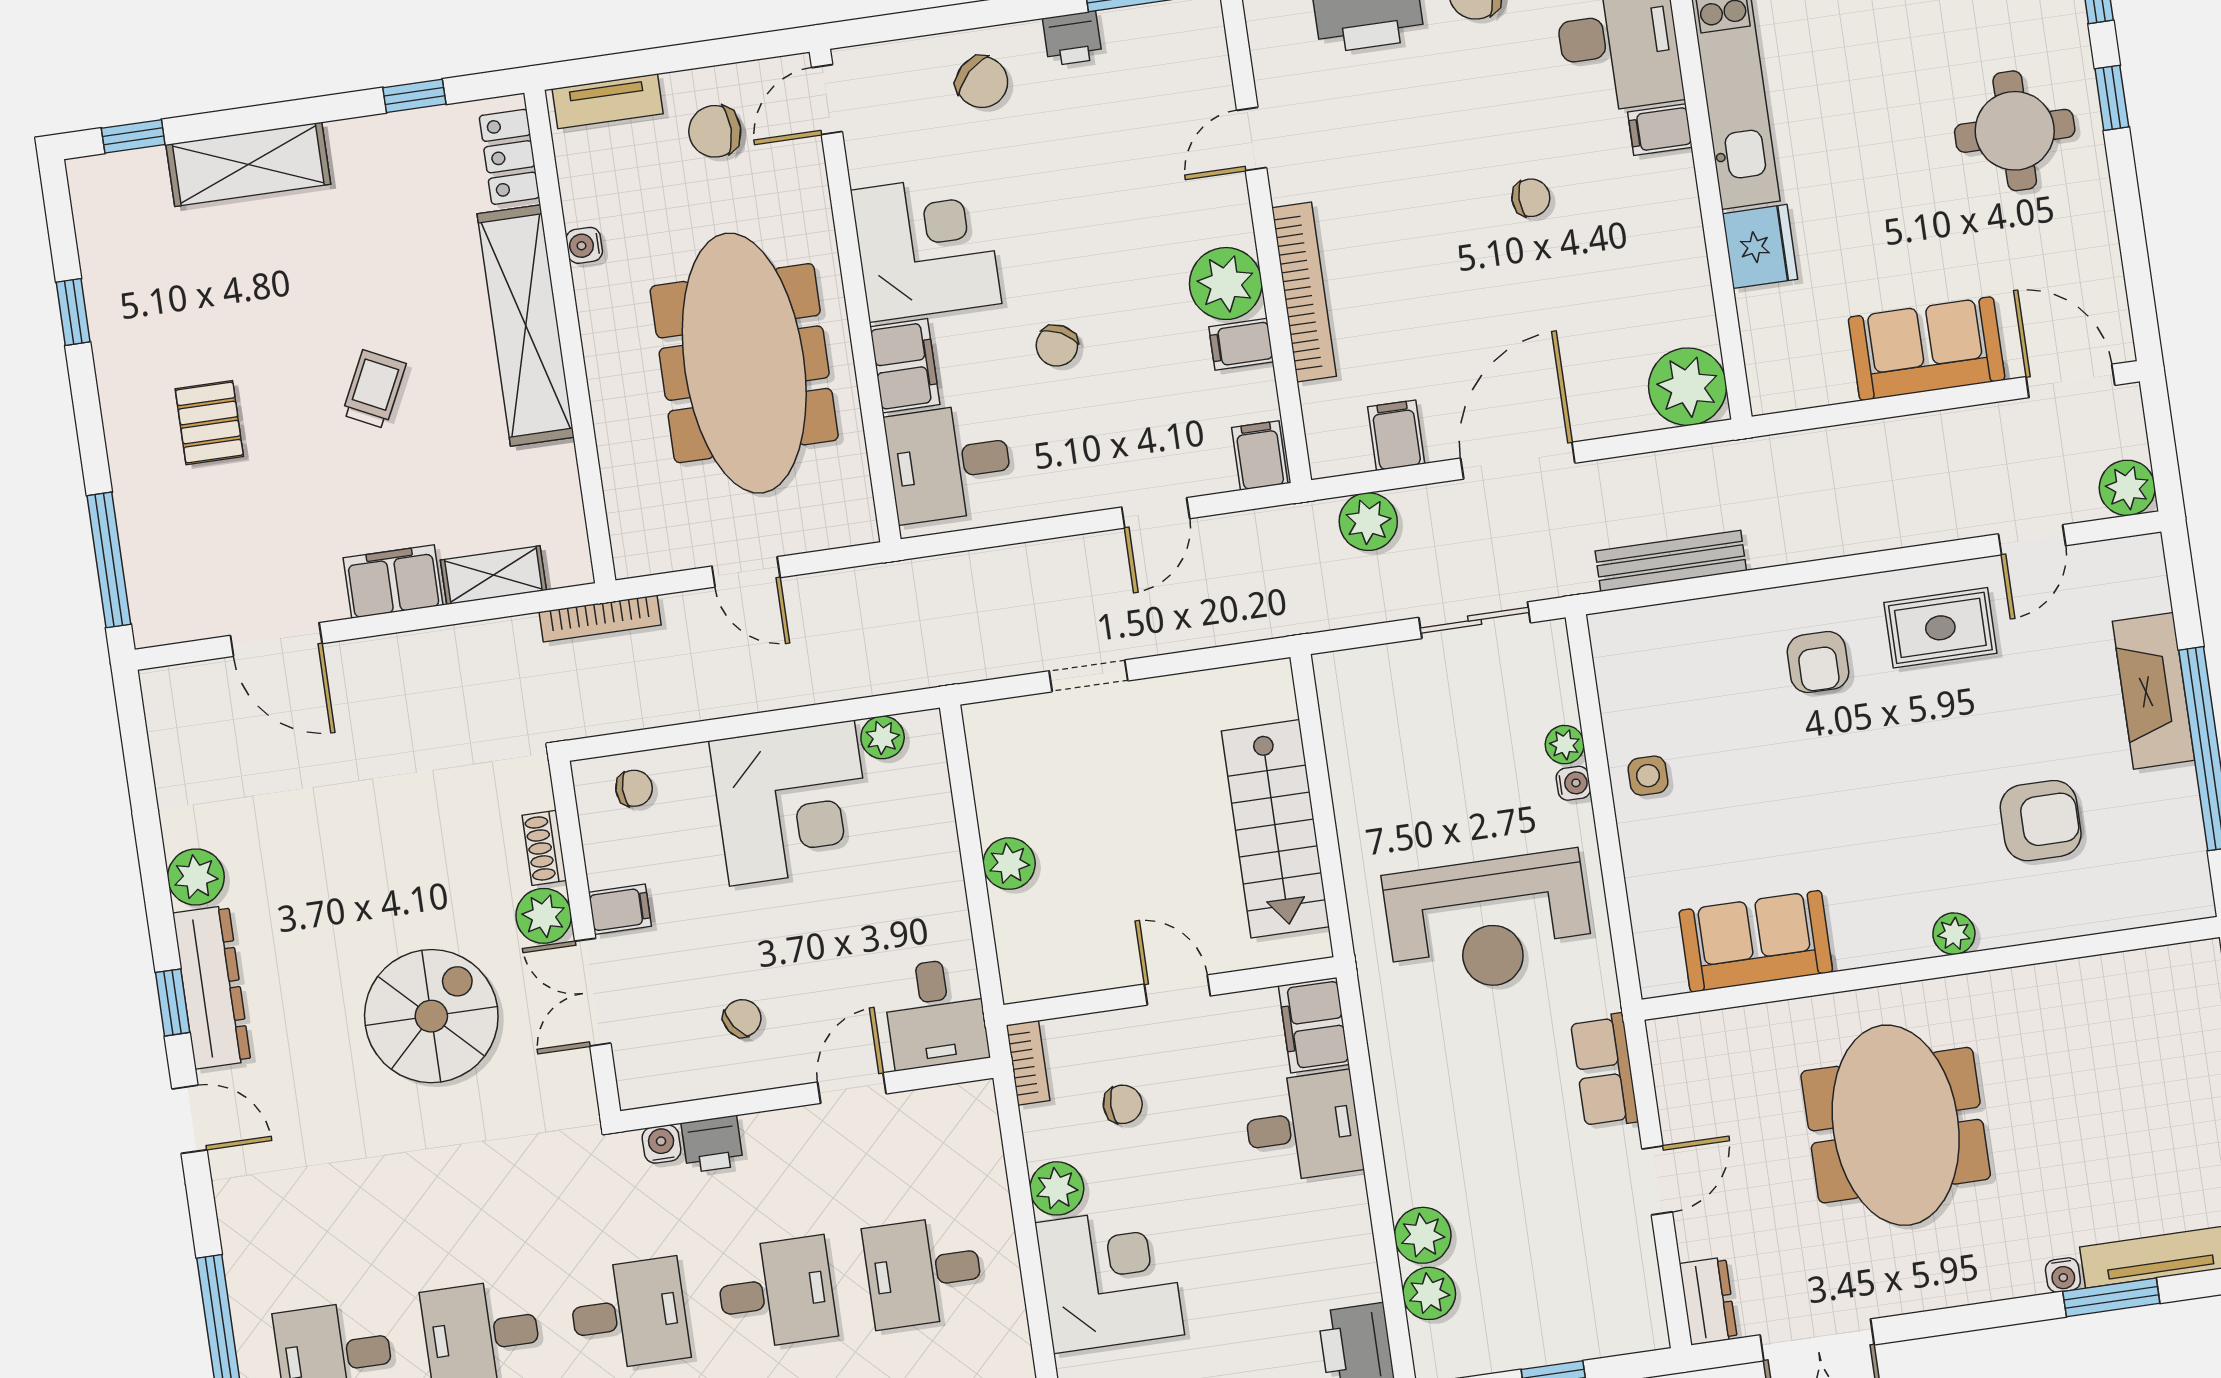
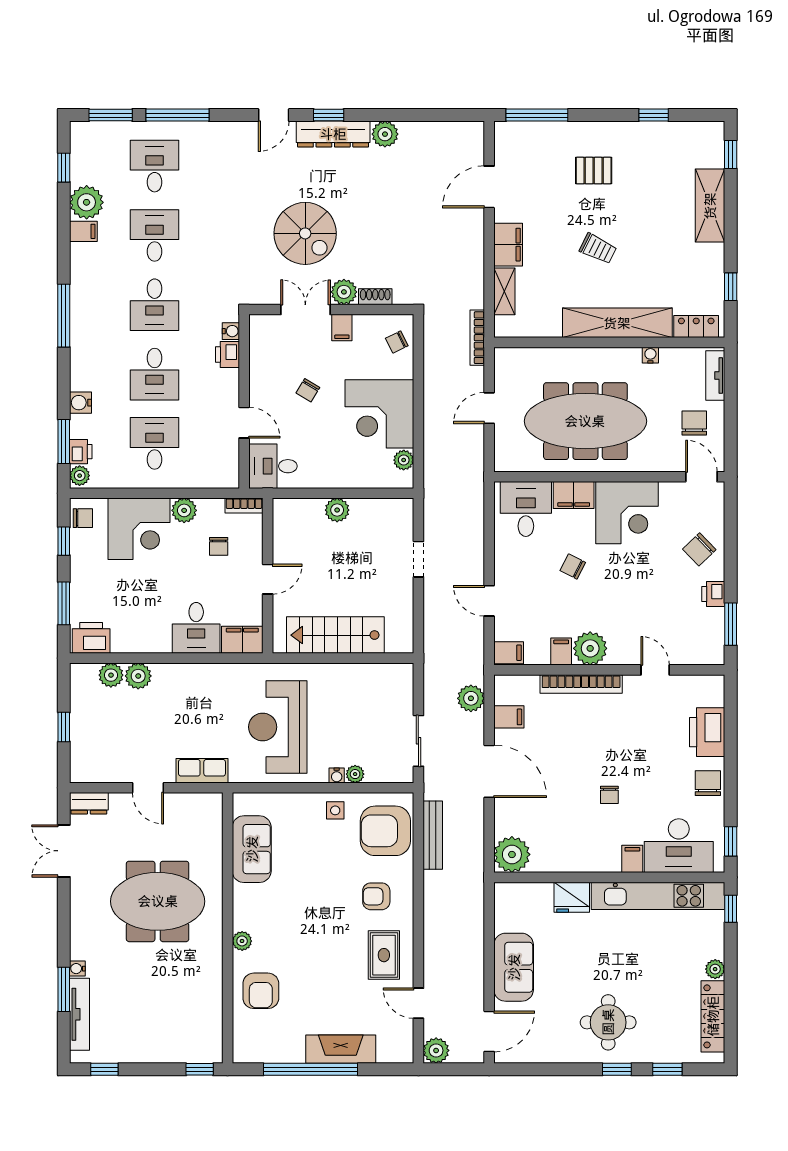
armchair: (1676, 663) -> (385, 831), added
chair: (634, 788) -> (397, 342), turned 64
armchair: (2041, 821) -> (261, 991), moved
chair: (742, 1018) -> (308, 390), moved, turned 66

